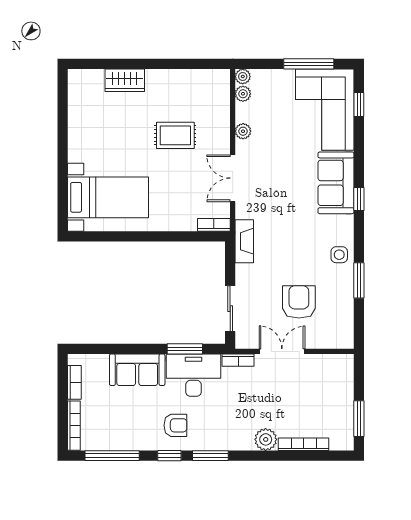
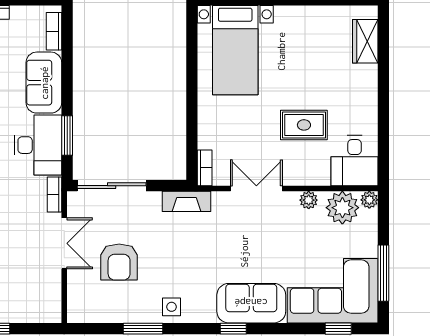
wardrobe: (125, 80) -> (365, 41), moved
desk: (208, 90) -> (355, 161), added
plant: (243, 94) -> (342, 208), width x1.88, depth x1.88
rug: (175, 135) -> (304, 125), turned 90
armchair: (299, 302) -> (119, 262), turned 90
sliding door: (230, 309) -> (112, 186), width x1.37
bookcase: (74, 382) -> (54, 31), moved, turned 90

